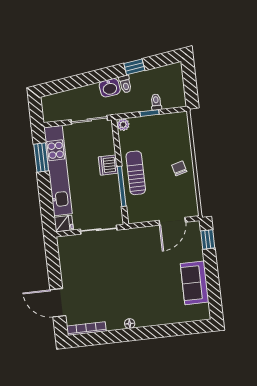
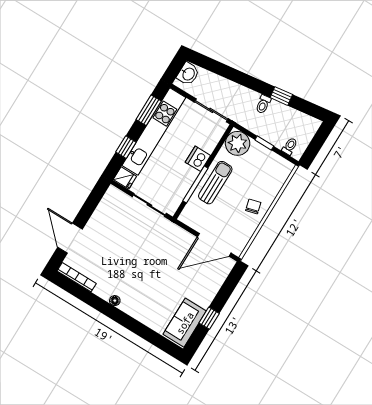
washbasin: (110, 88) -> (188, 74), moved, turned -82
toilet: (156, 102) -> (290, 146), moved
plant: (123, 125) -> (238, 143), width x1.88, depth x1.88
window: (46, 199) -> (126, 147), added
door: (172, 221) -> (214, 245), width x1.36
window: (208, 239) -> (209, 318), moved
sofa: (195, 283) -> (185, 323), moved

